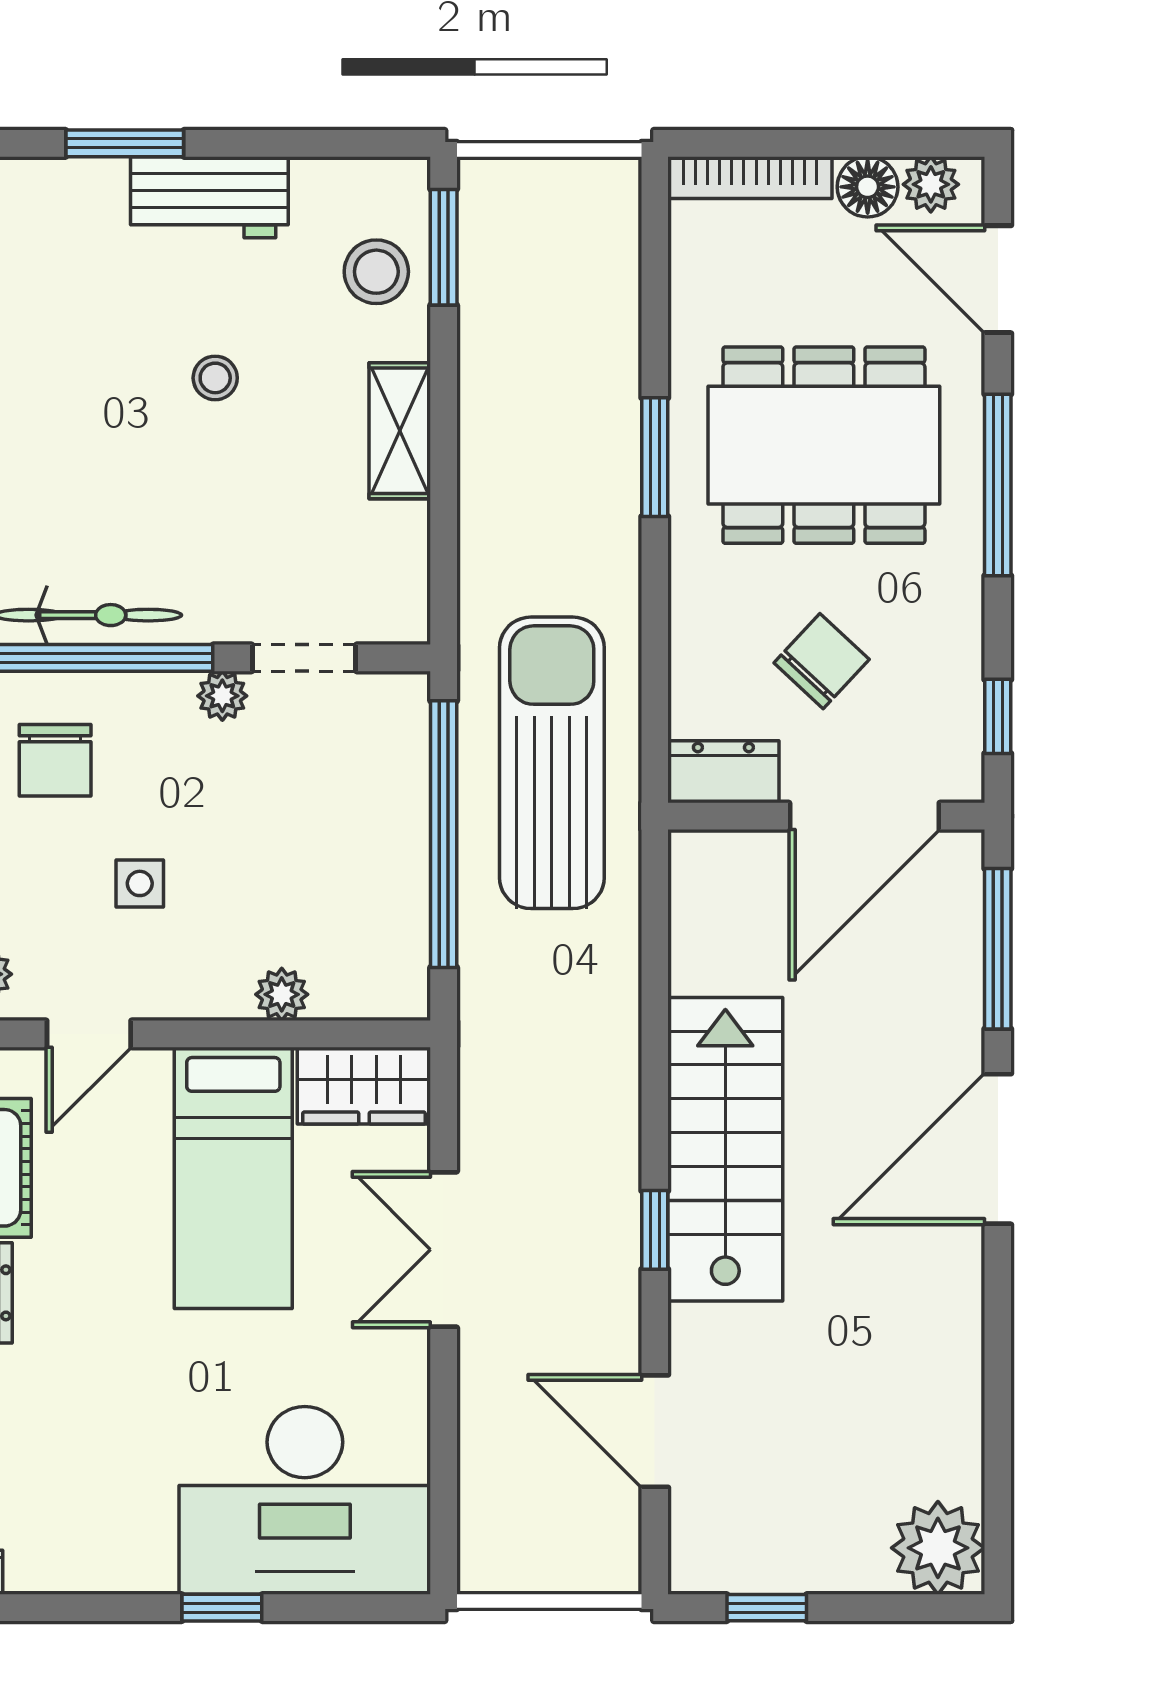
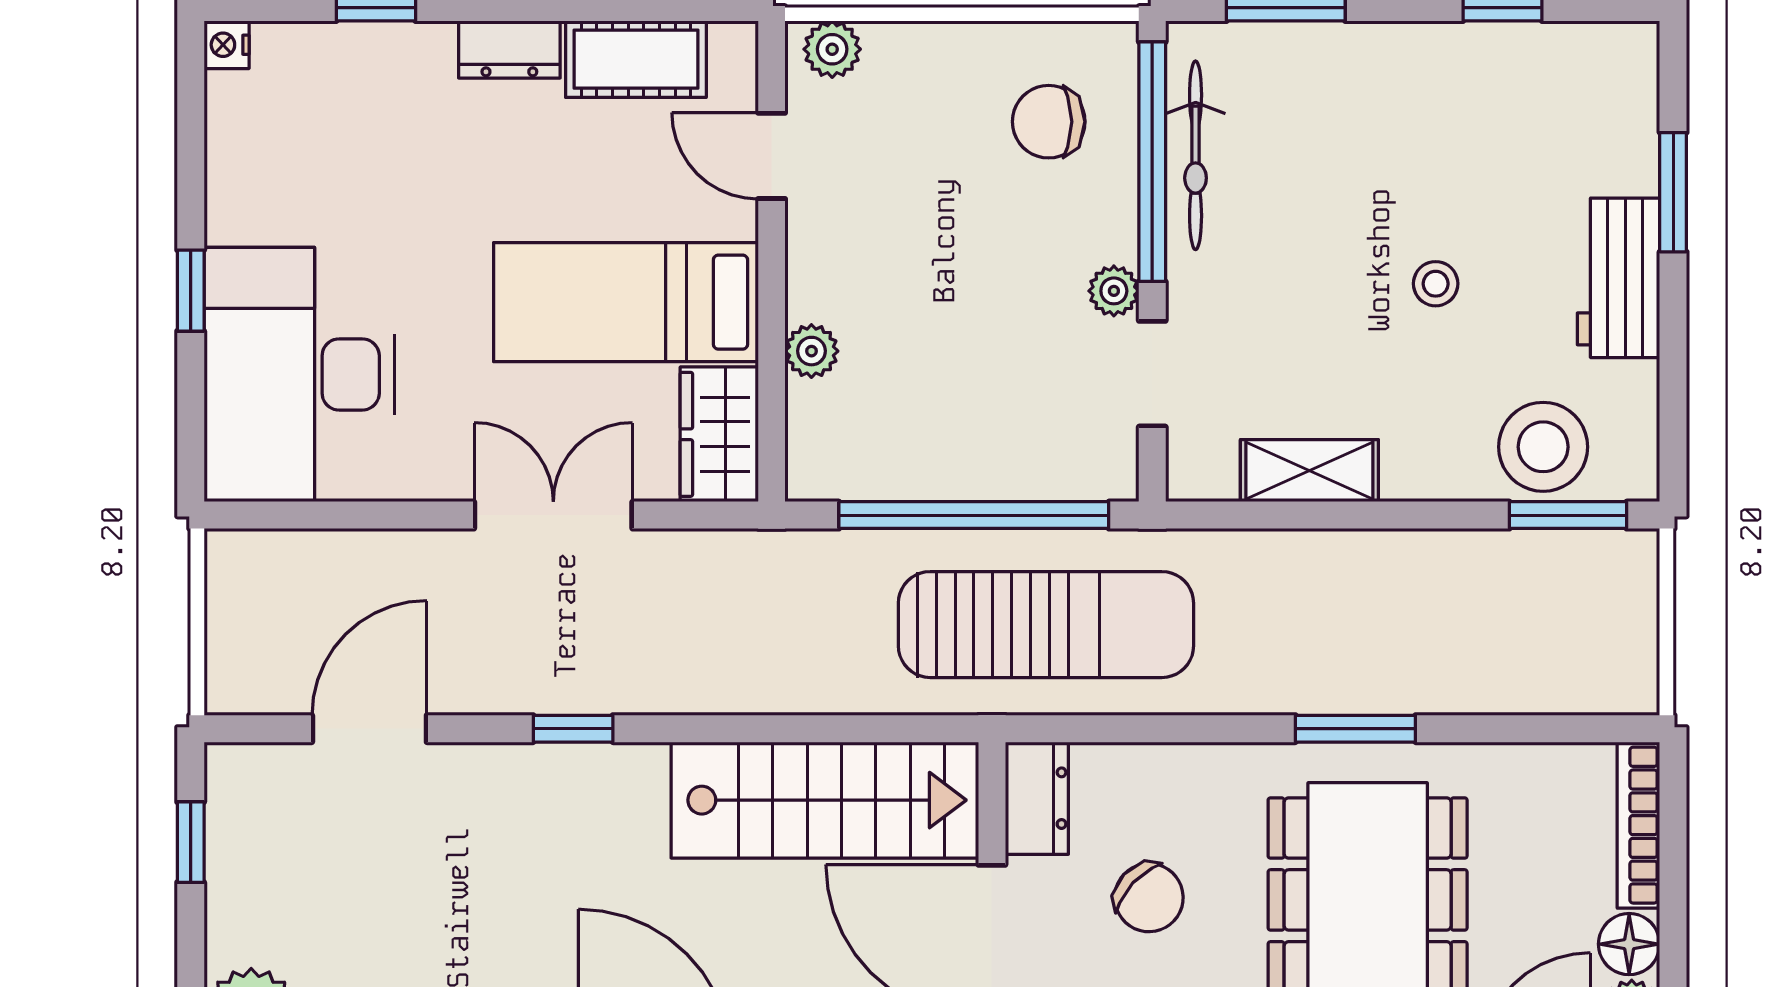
stool: (376, 272) -> (1543, 447), width x1.38, depth x1.38
shelving: (400, 431) -> (1309, 471), moved
side table: (140, 883) -> (924, 207), removed
stairs: (725, 1149) -> (825, 800), moved

